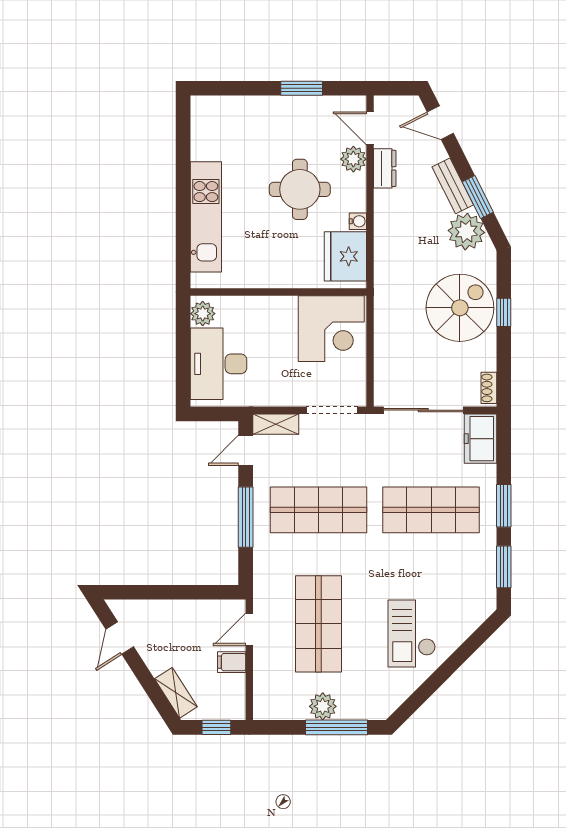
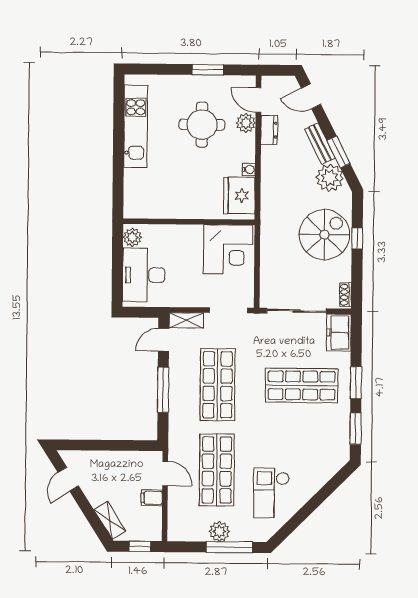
round table: (300, 189) -> (202, 125), moved
kitchen unit: (206, 217) -> (136, 126), moved
shop shelf: (318, 510) -> (218, 385), turned 90
door: (249, 629) -> (165, 473), swing flipped
checkout: (412, 634) -> (271, 493), moved

